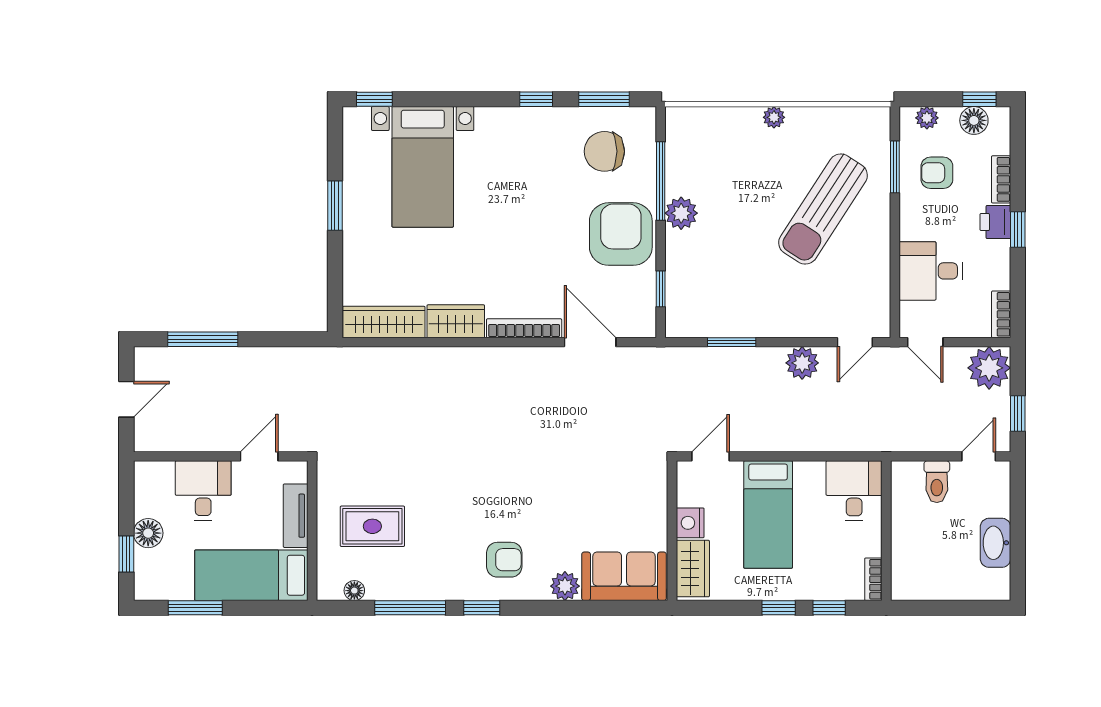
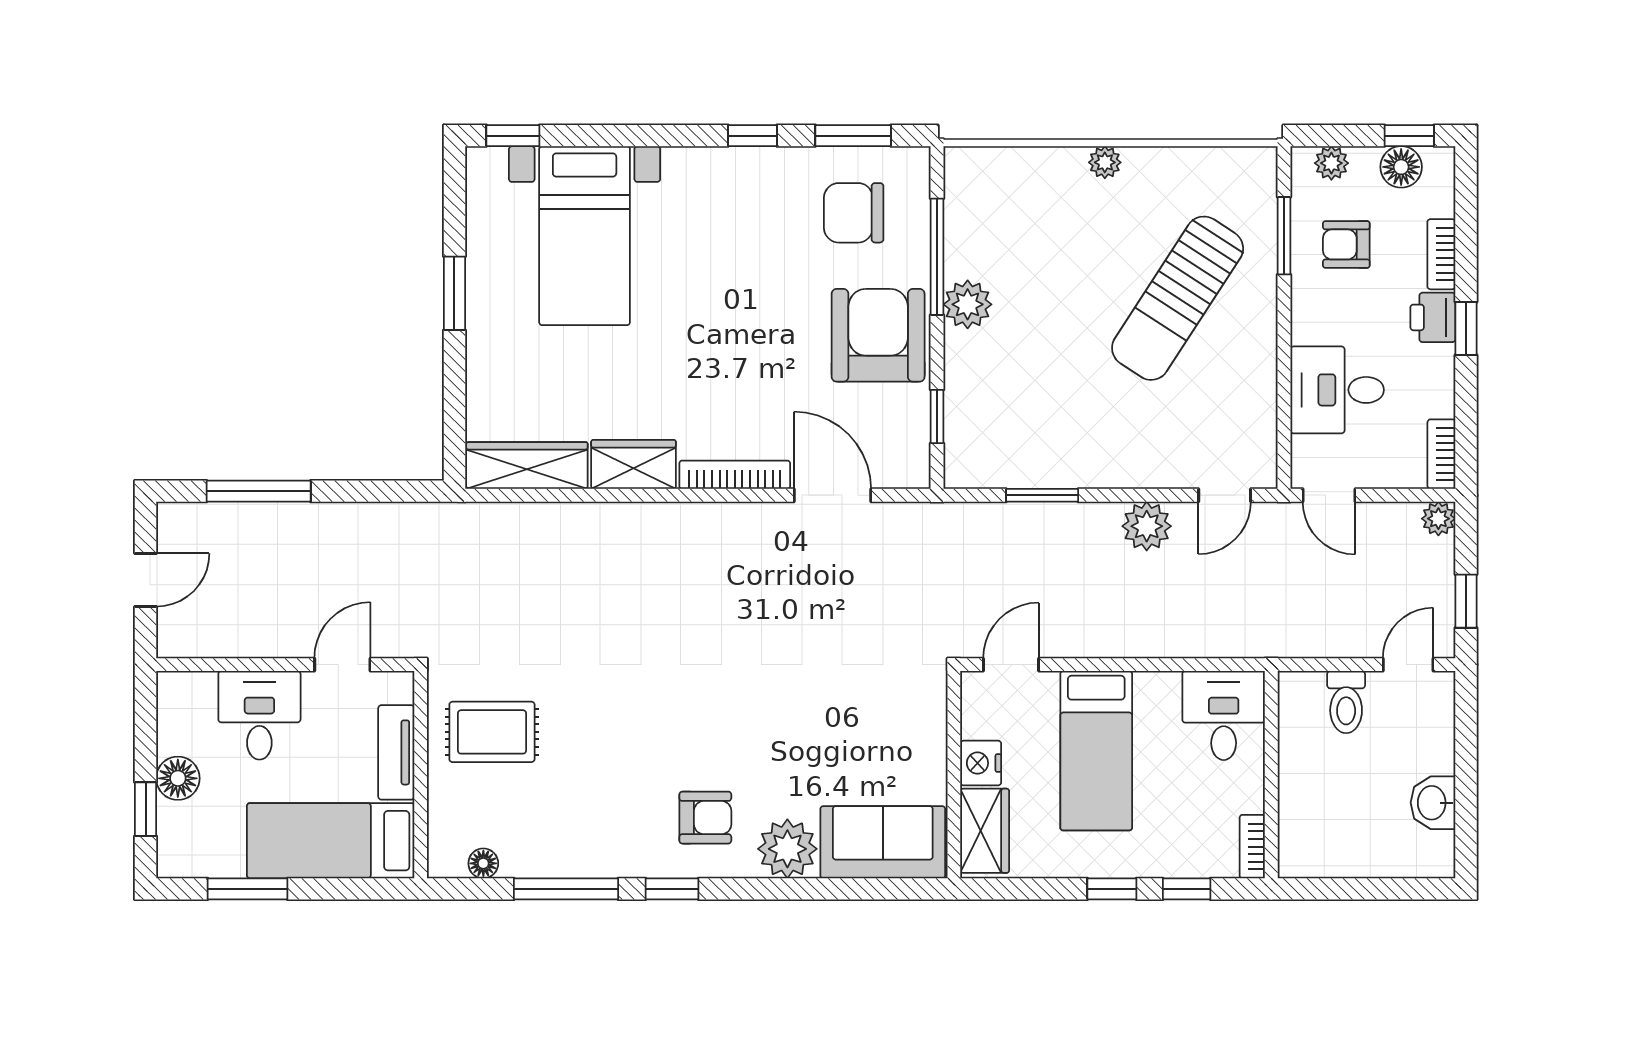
plant: (989, 368) -> (1438, 519), width x0.53, depth x0.53
rug: (372, 526) -> (492, 732), moved
washbasin: (995, 543) -> (1433, 803), width x0.72
plant: (565, 586) -> (787, 849), width x1.36, depth x1.36

